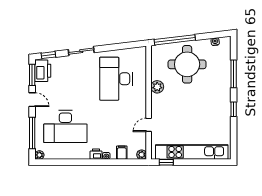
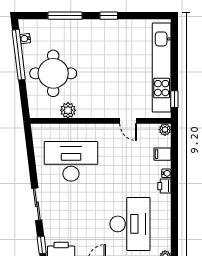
window: (175, 40) -> (19, 55), moved
desk: (116, 79) -> (71, 161), turned 180
plant: (157, 87) -> (68, 110), moved

